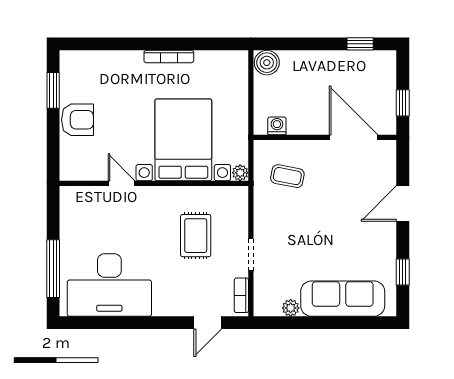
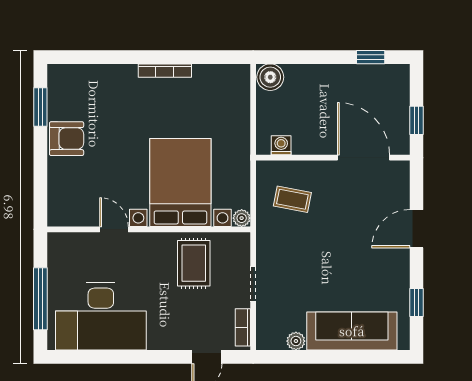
bed with nightstands: (183, 140) -> (180, 183), moved
plant: (240, 173) -> (242, 218), moved
door: (122, 183) -> (114, 229), moved
wall: (154, 183) -> (149, 229), moved

